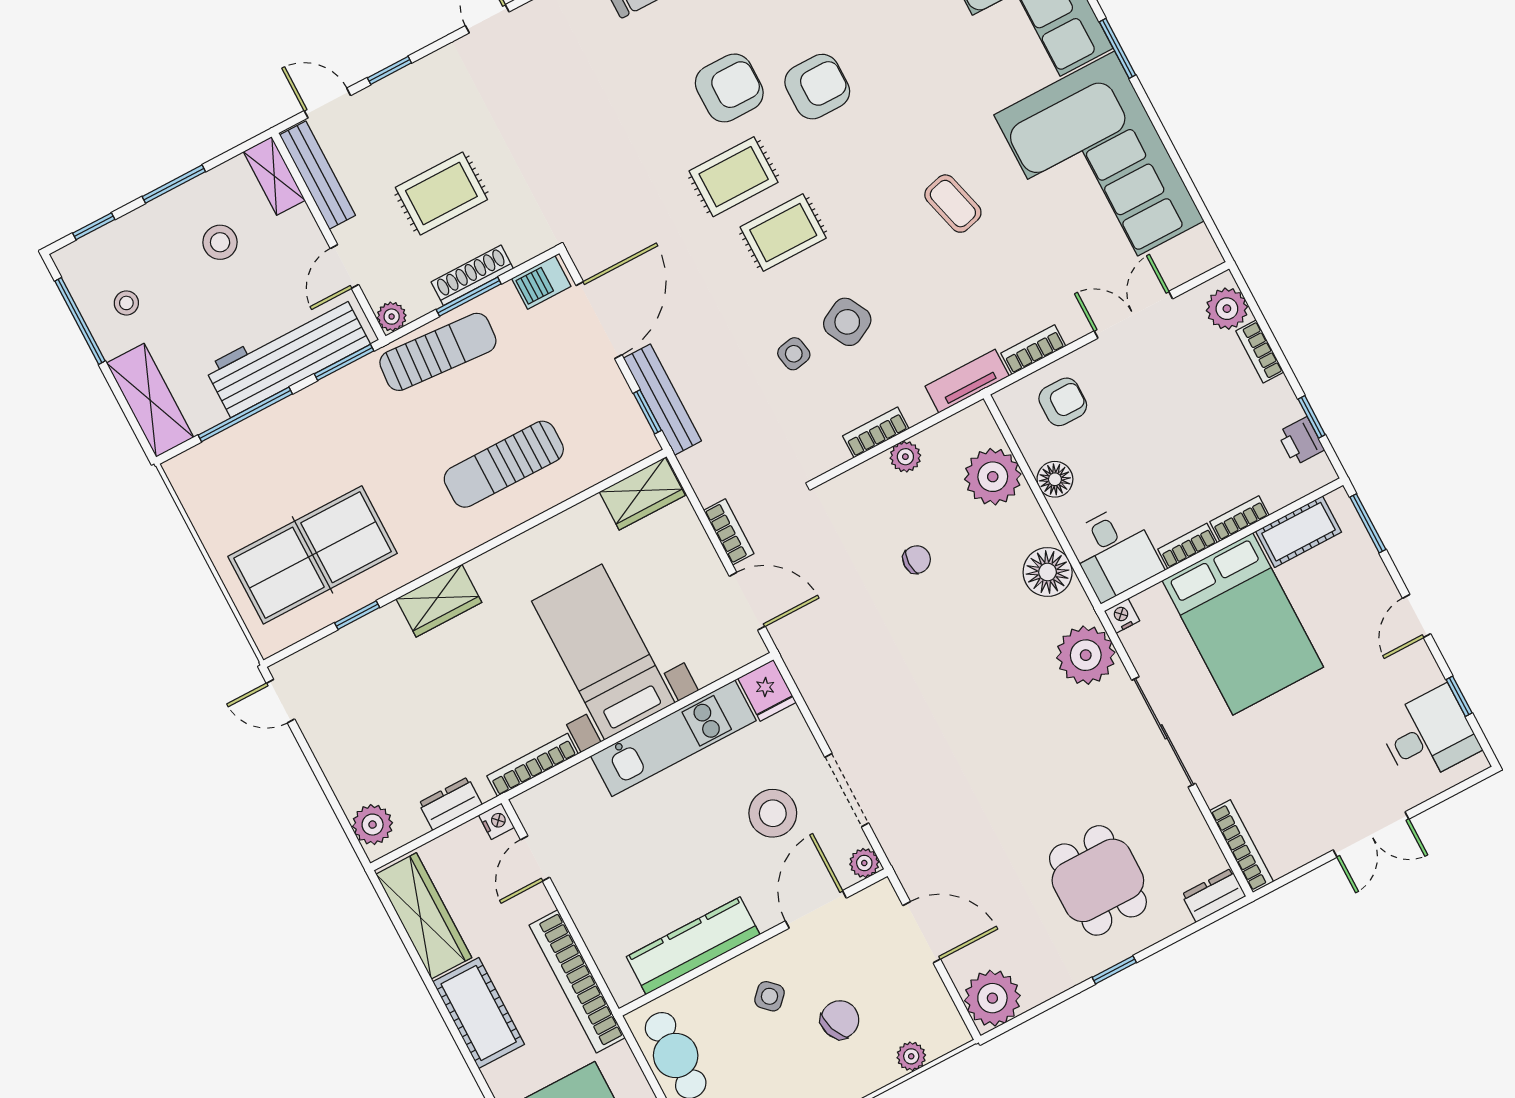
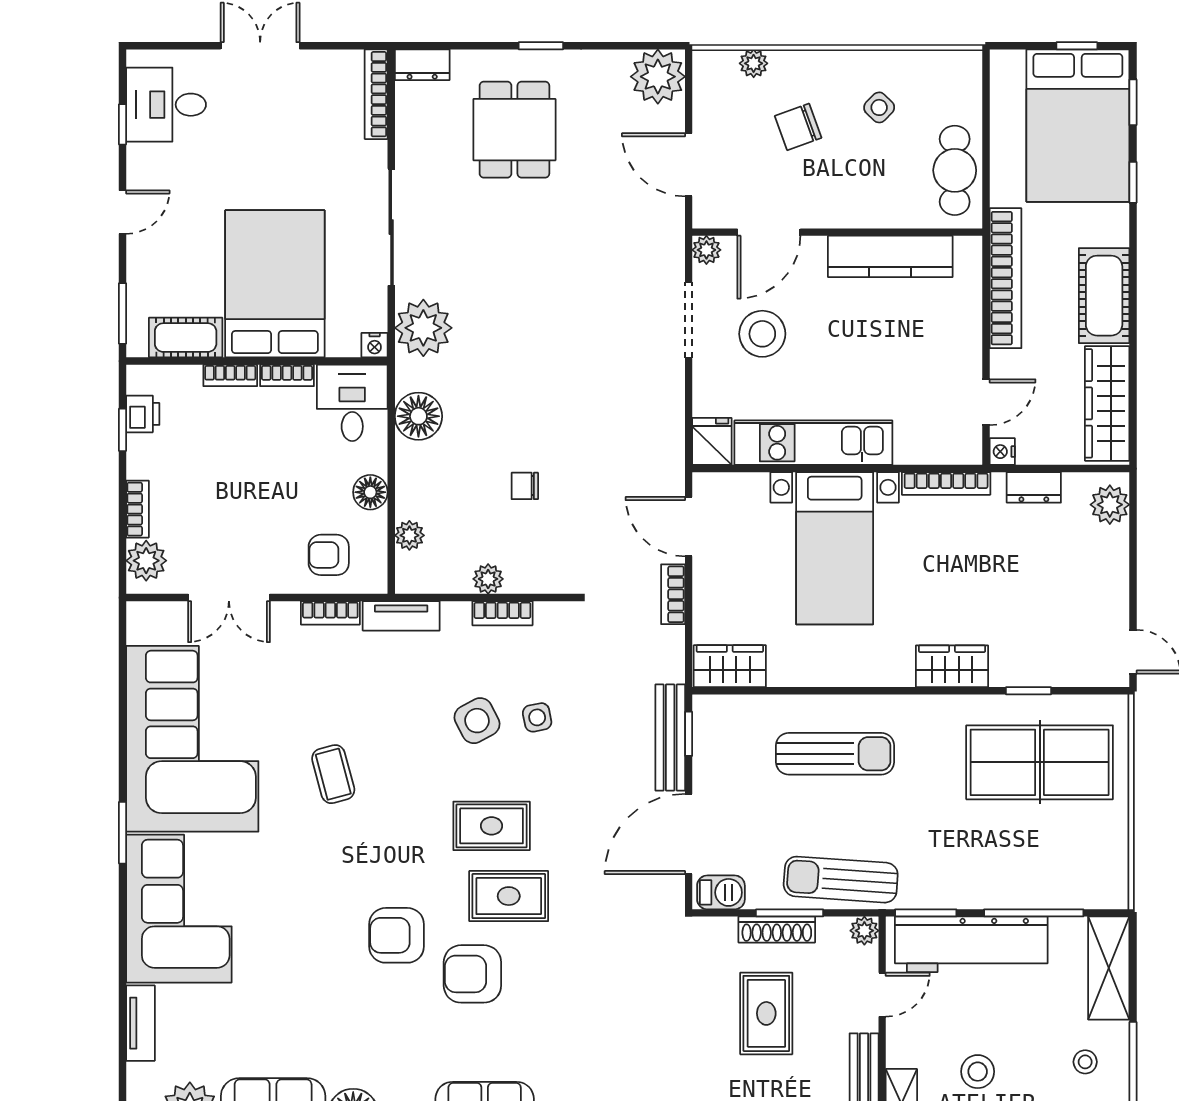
rug: (441, 194) -> (766, 1013), turned 90
plant: (993, 477) -> (409, 535), width x0.53, depth x0.53
side table: (770, 996) -> (879, 107), moved

